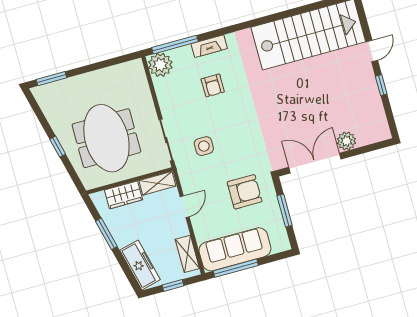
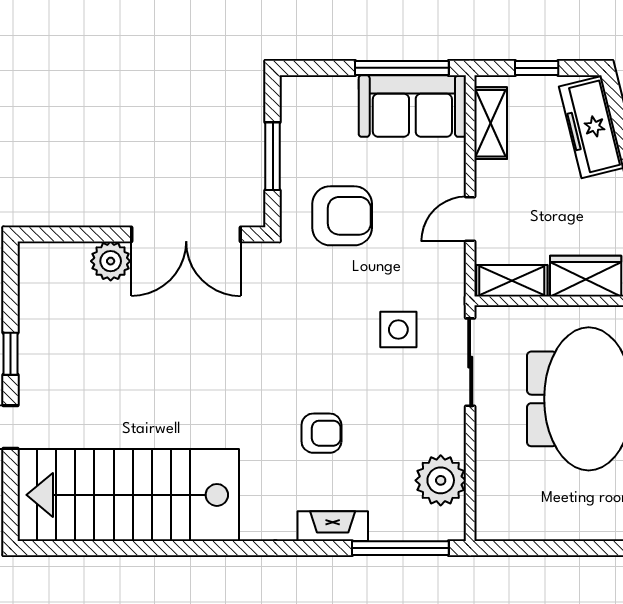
plant: (160, 65) -> (441, 480), moved
armchair: (213, 85) -> (321, 433), moved, turned 90
armchair: (245, 192) -> (342, 216), turned 180
sofa: (235, 249) -> (412, 106), width x0.73

